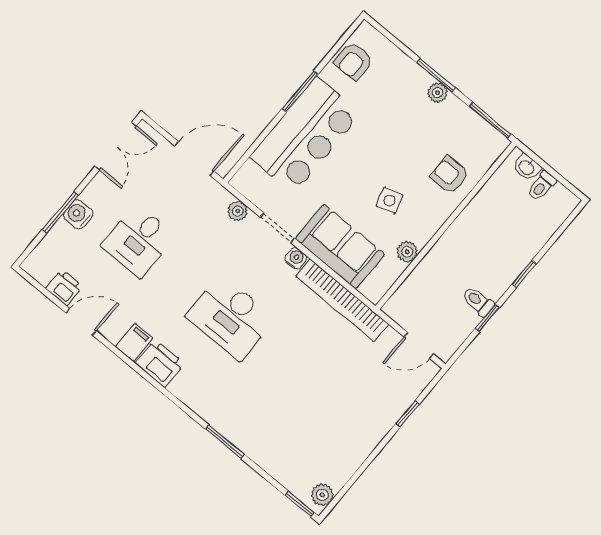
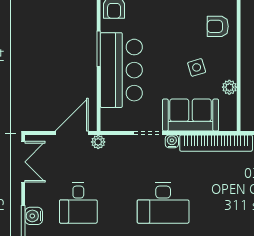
plant: (238, 211) -> (98, 142), moved

